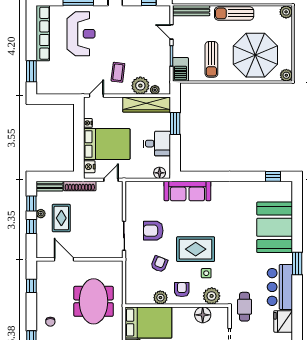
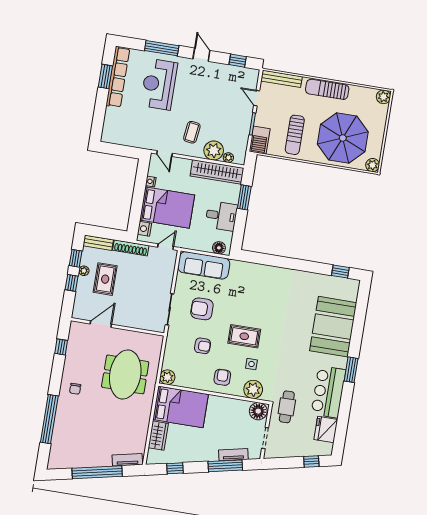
reception desk: (81, 34) -> (159, 84), turned 180
window: (31, 71) -> (105, 76), moved
door: (96, 96) -> (165, 154), swing flipped
sofa: (187, 191) -> (204, 265), moved
rug: (196, 249) -> (244, 336), width x0.73, depth x0.70
door: (64, 259) -> (101, 324), hinge flipped
armchair: (159, 264) -> (202, 346), turned 68
plant: (160, 298) -> (167, 377), moved
floor lamp: (203, 315) -> (258, 411), moved

